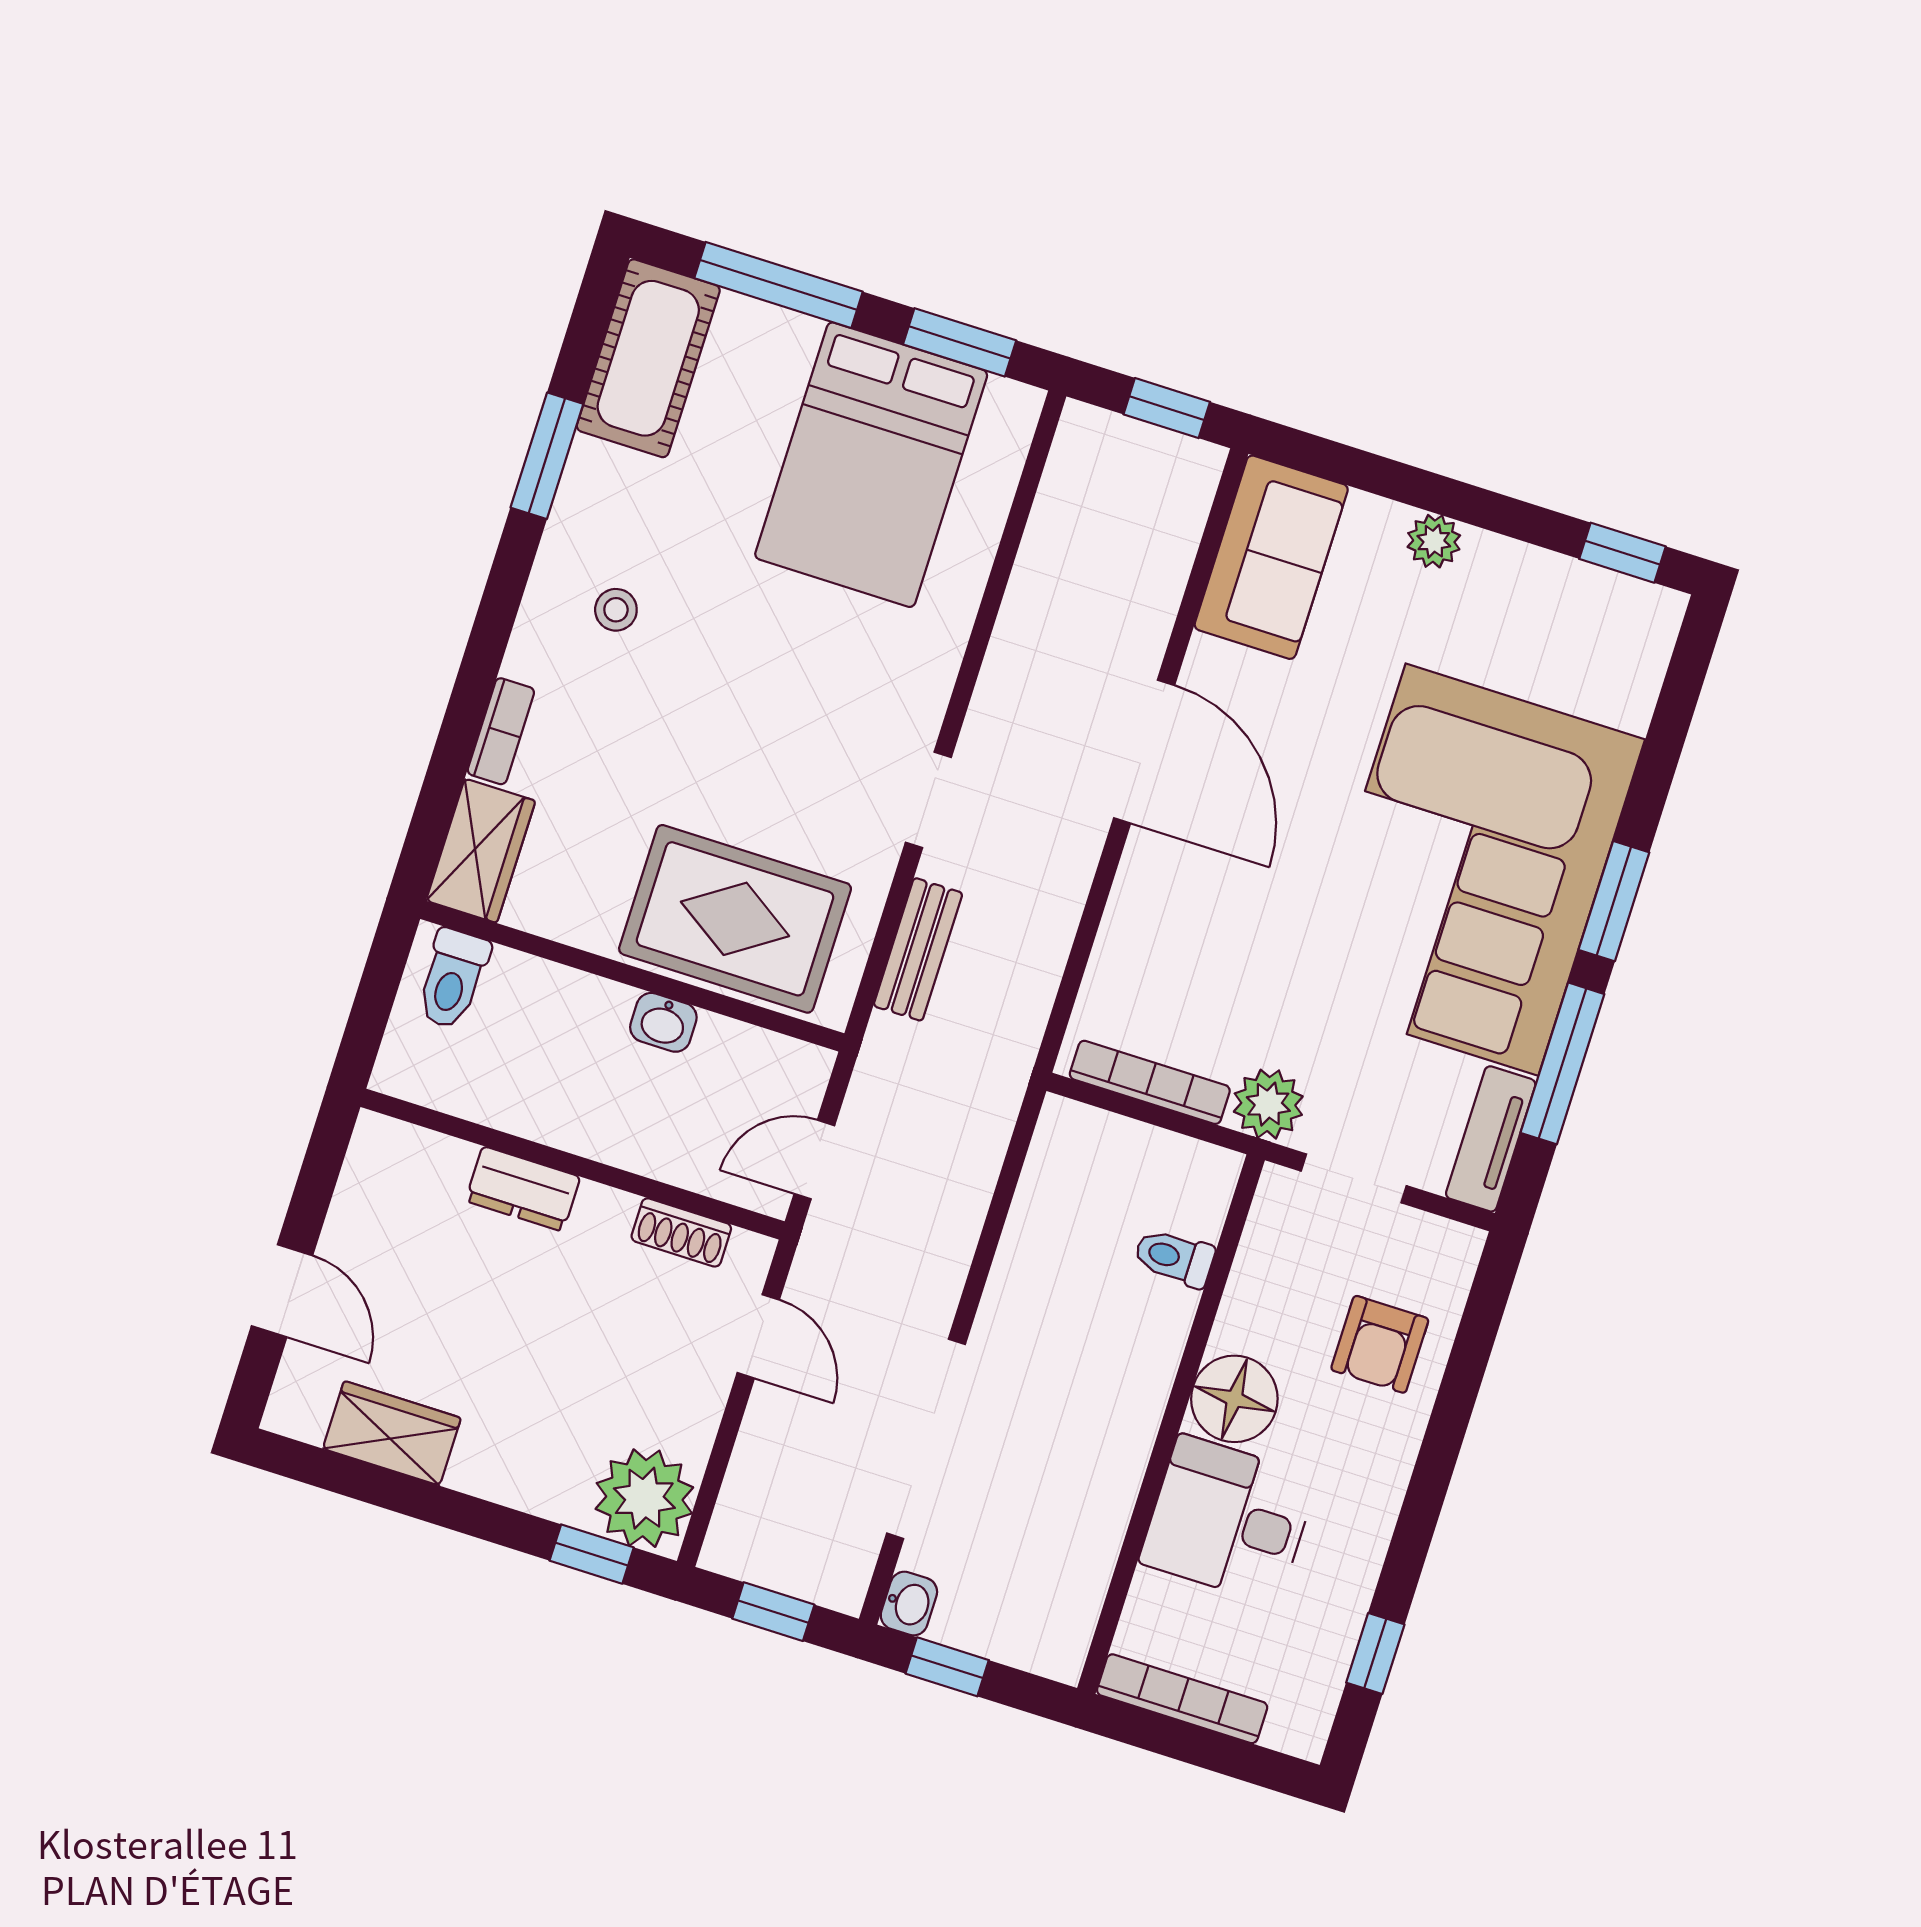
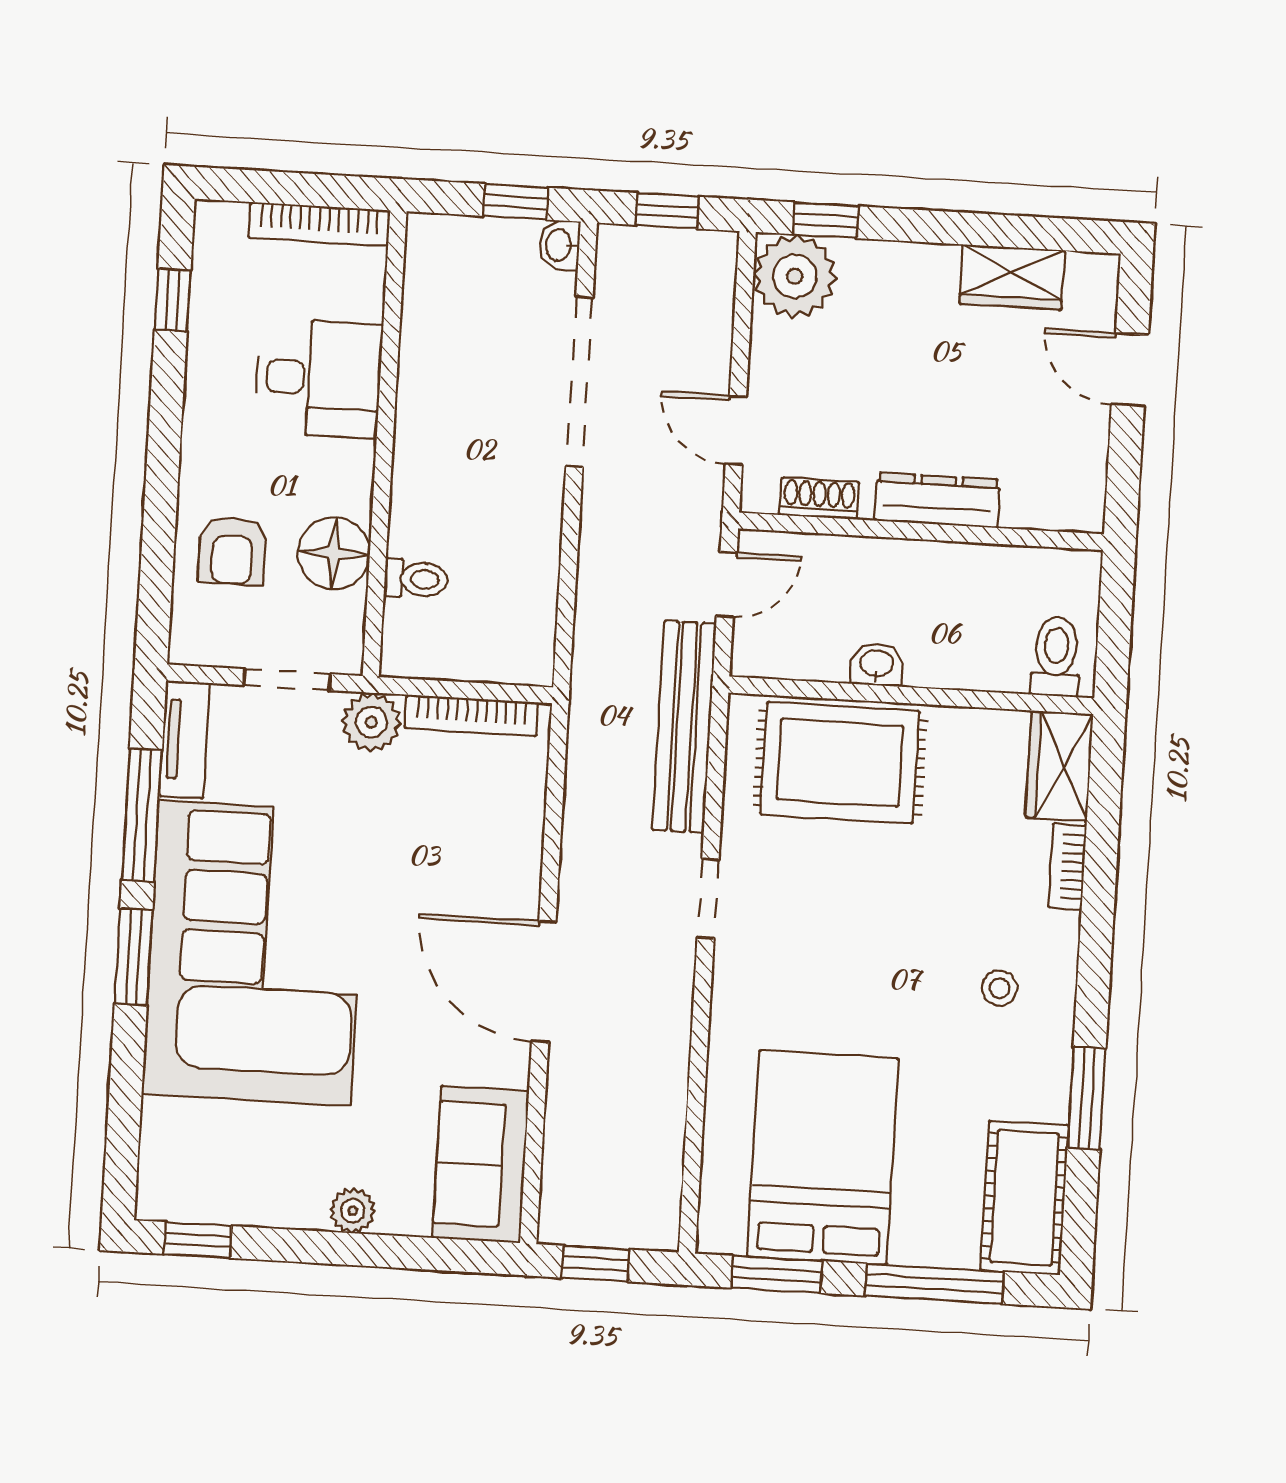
bench: (918, 949) -> (684, 727), width x1.86, depth x1.21
dresser: (523, 1189) -> (937, 500), width x1.44
armchair: (1380, 1344) -> (232, 551), turned 180
floor lamp: (1234, 1399) -> (334, 553), moved

